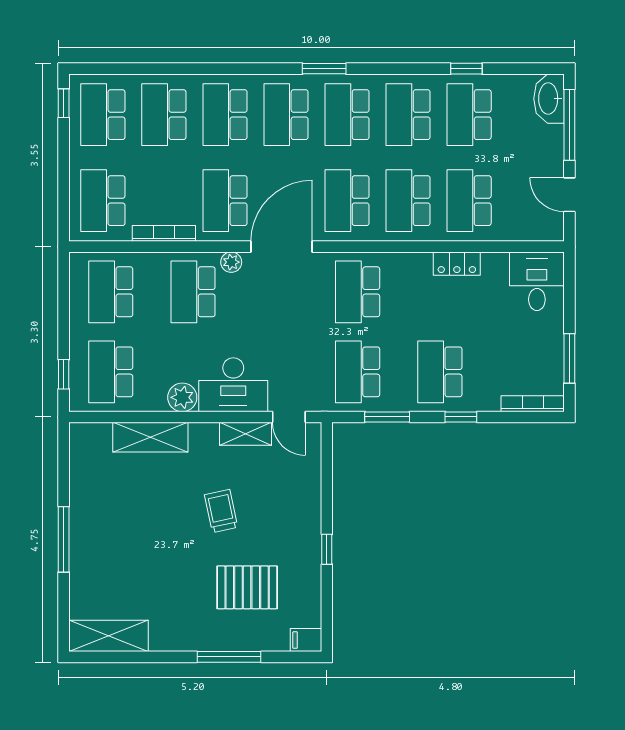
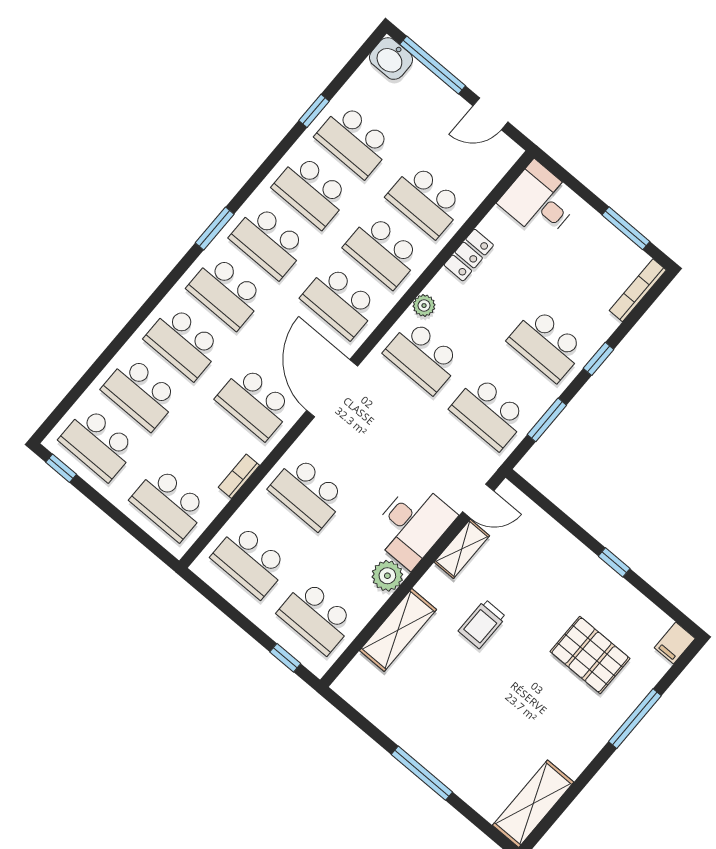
washbasin: (549, 99) -> (391, 59), width x0.72
bookcase: (164, 233) -> (239, 476), width x0.64
plant: (231, 262) -> (424, 306), moved
trolley: (221, 511) -> (482, 624), moved, turned -78
pallet: (247, 587) -> (590, 655), turned 90

